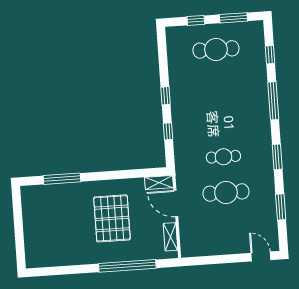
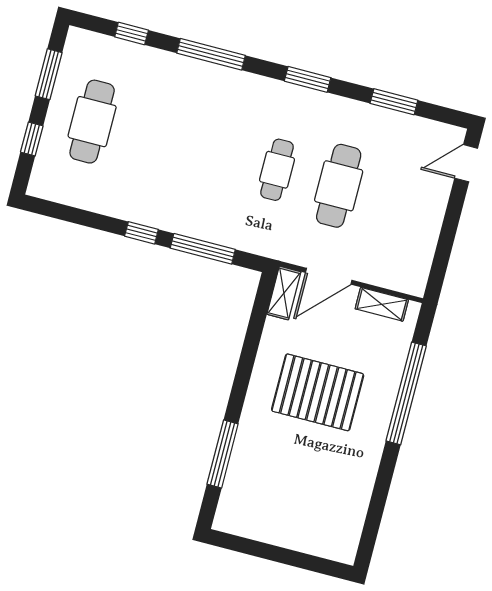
window: (168, 131) -> (203, 249), width x2.17

